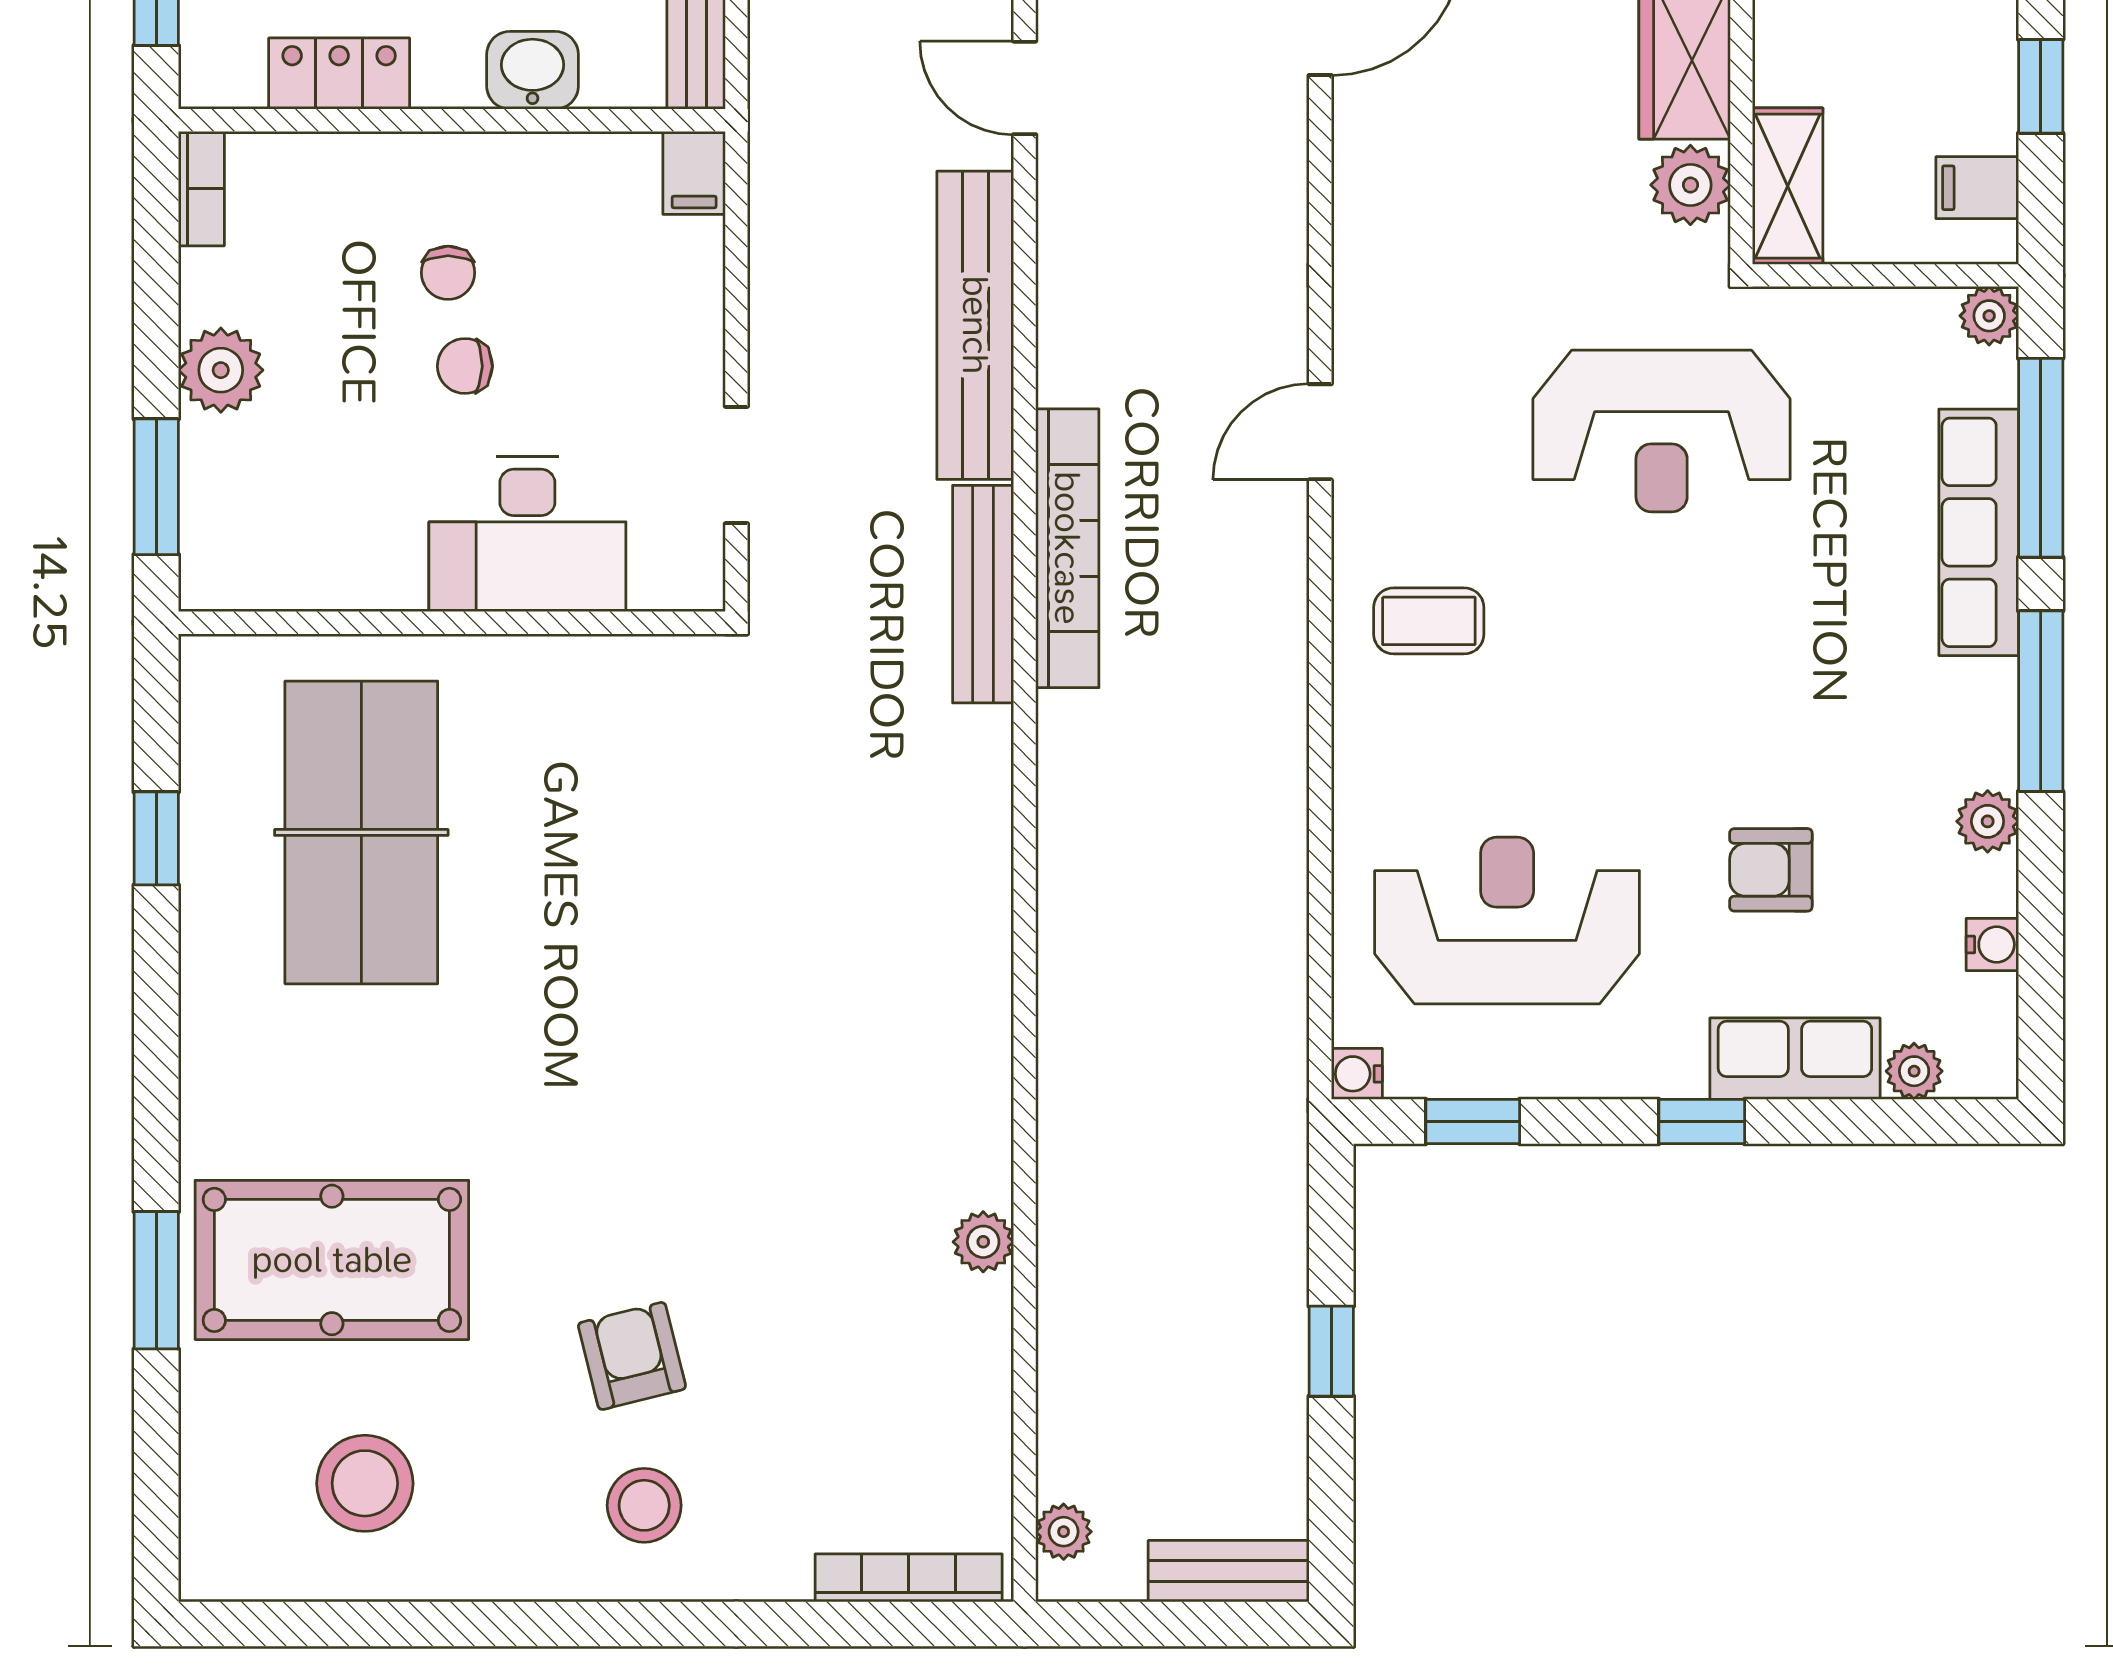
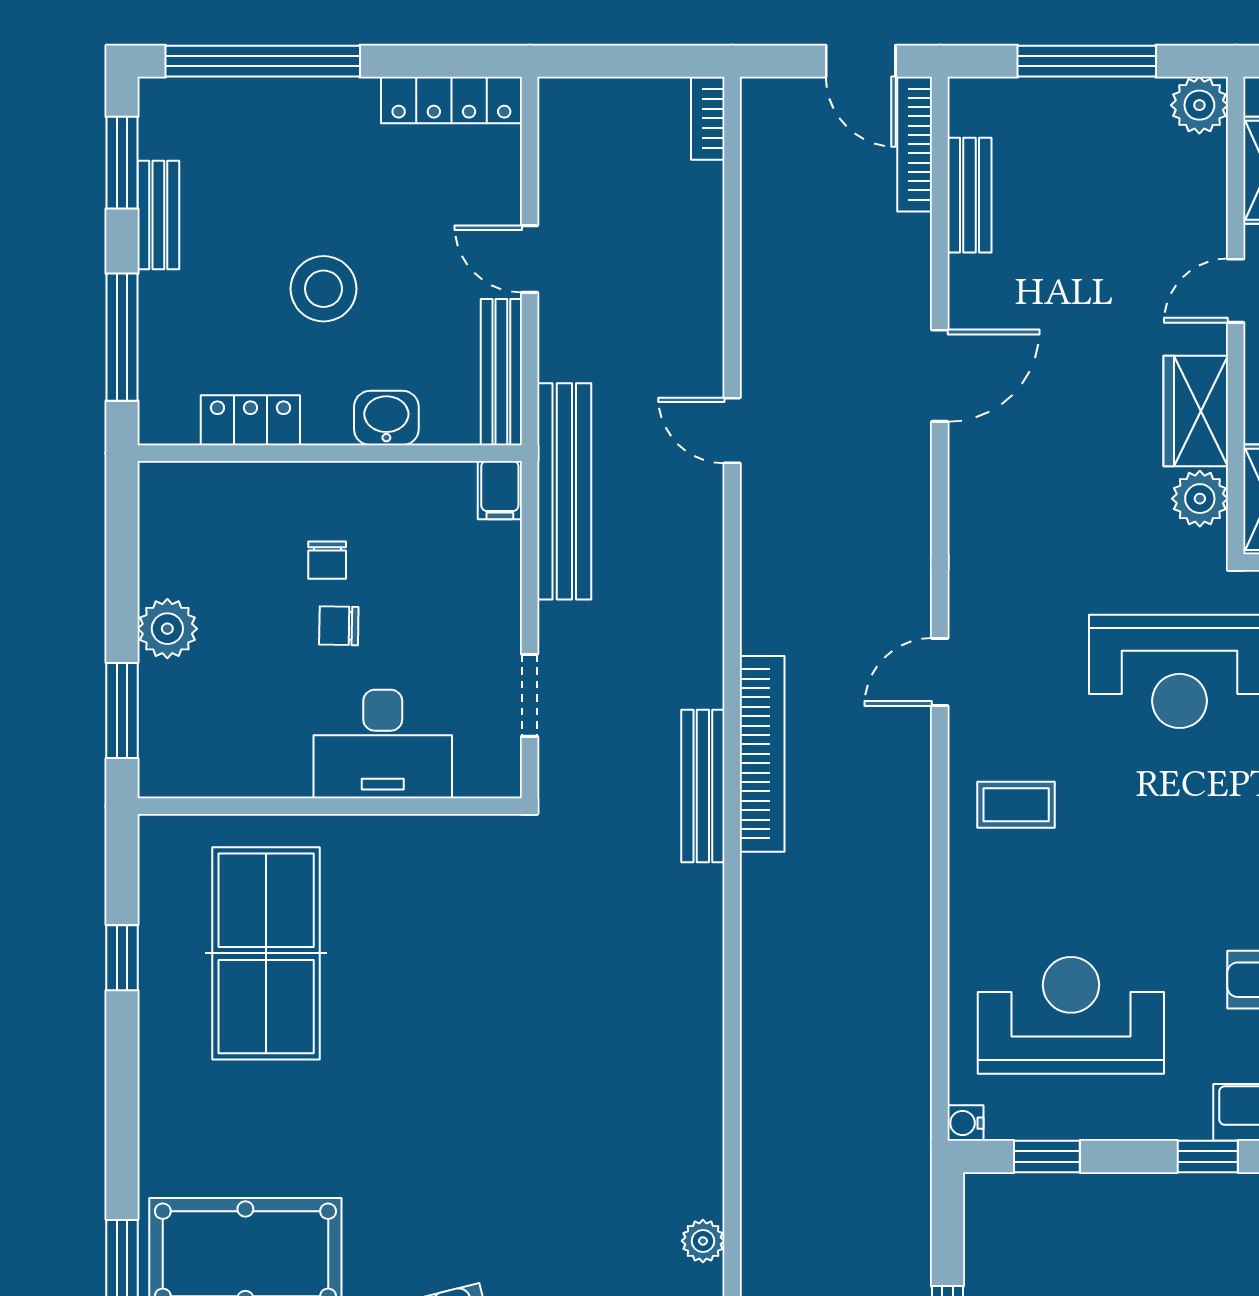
bookcase: (201, 189) -> (154, 501), removed
bench: (975, 325) -> (564, 491), moved

